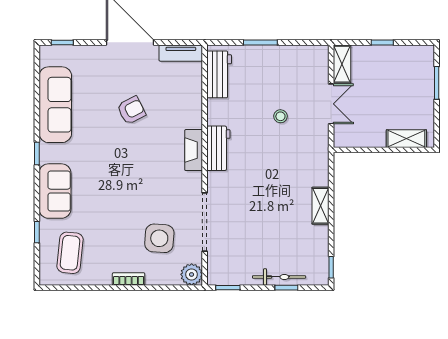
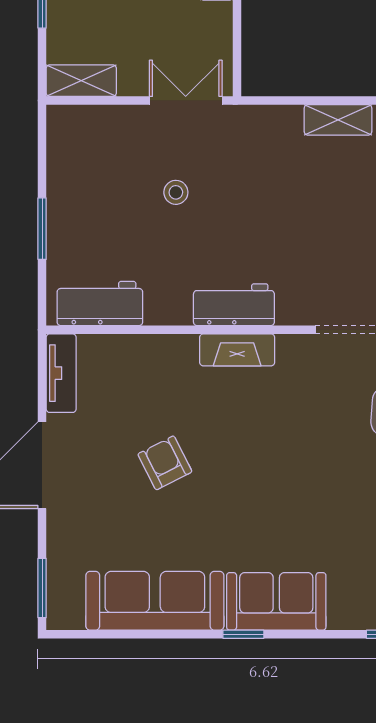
window: (62, 42) -> (42, 588), width x1.50
double door: (331, 104) -> (186, 101), moved
sofa: (55, 191) -> (276, 601), moved

